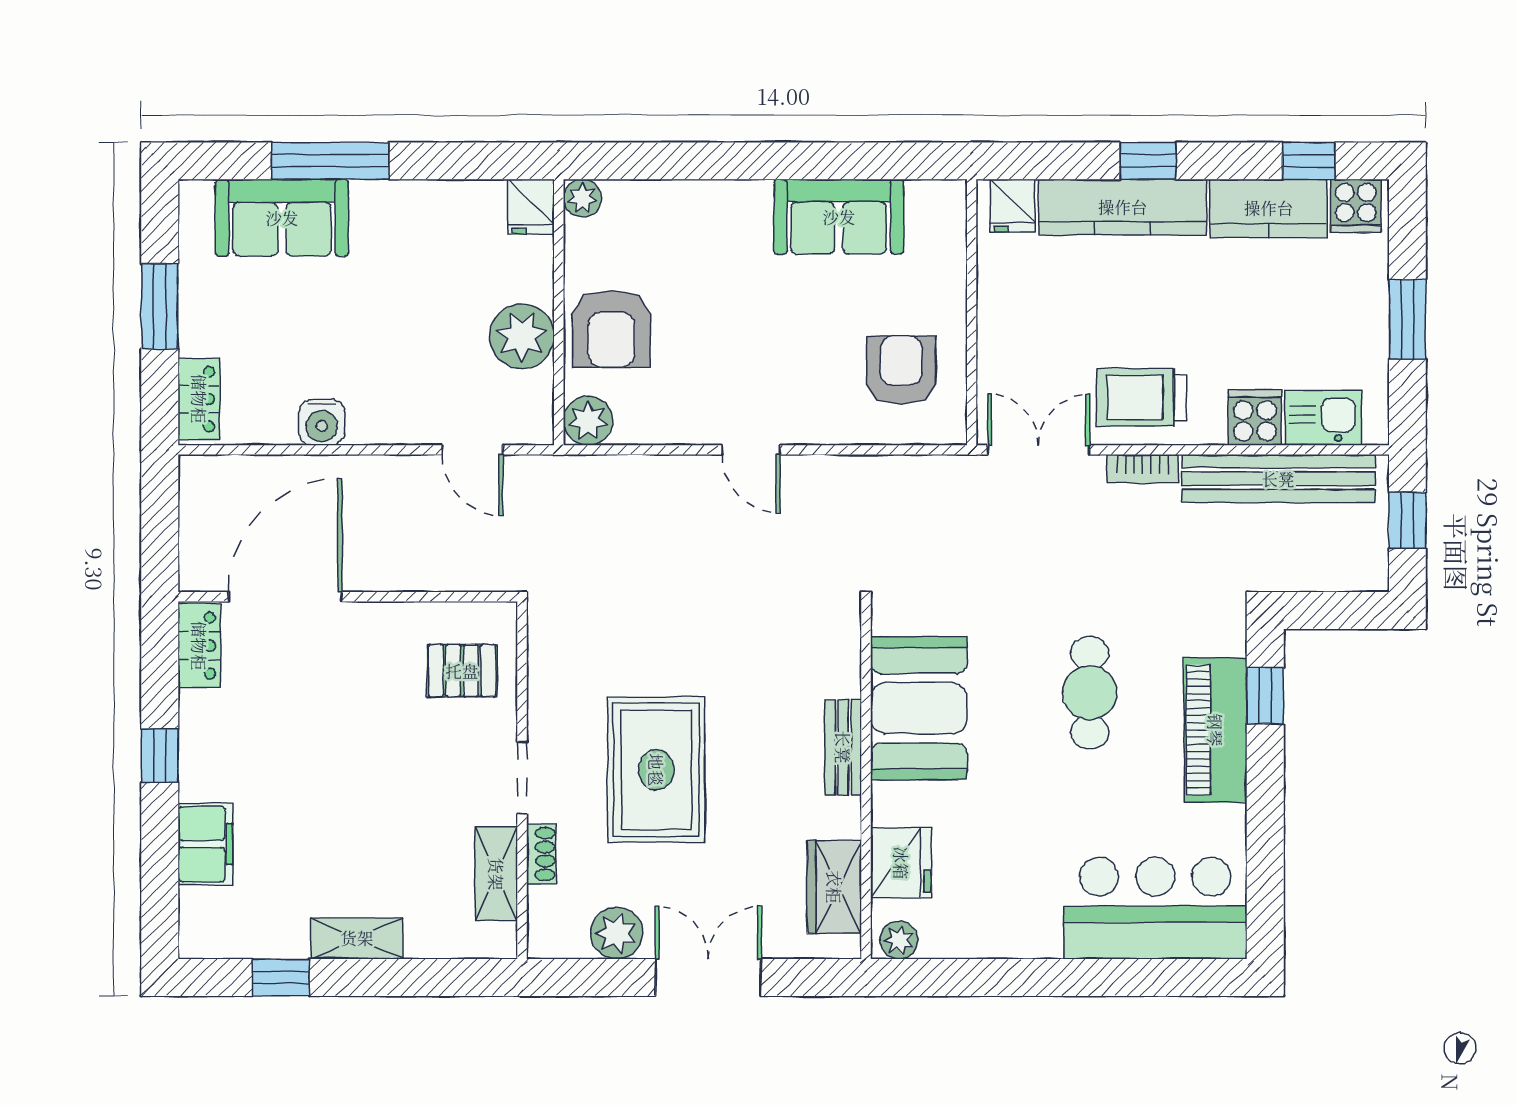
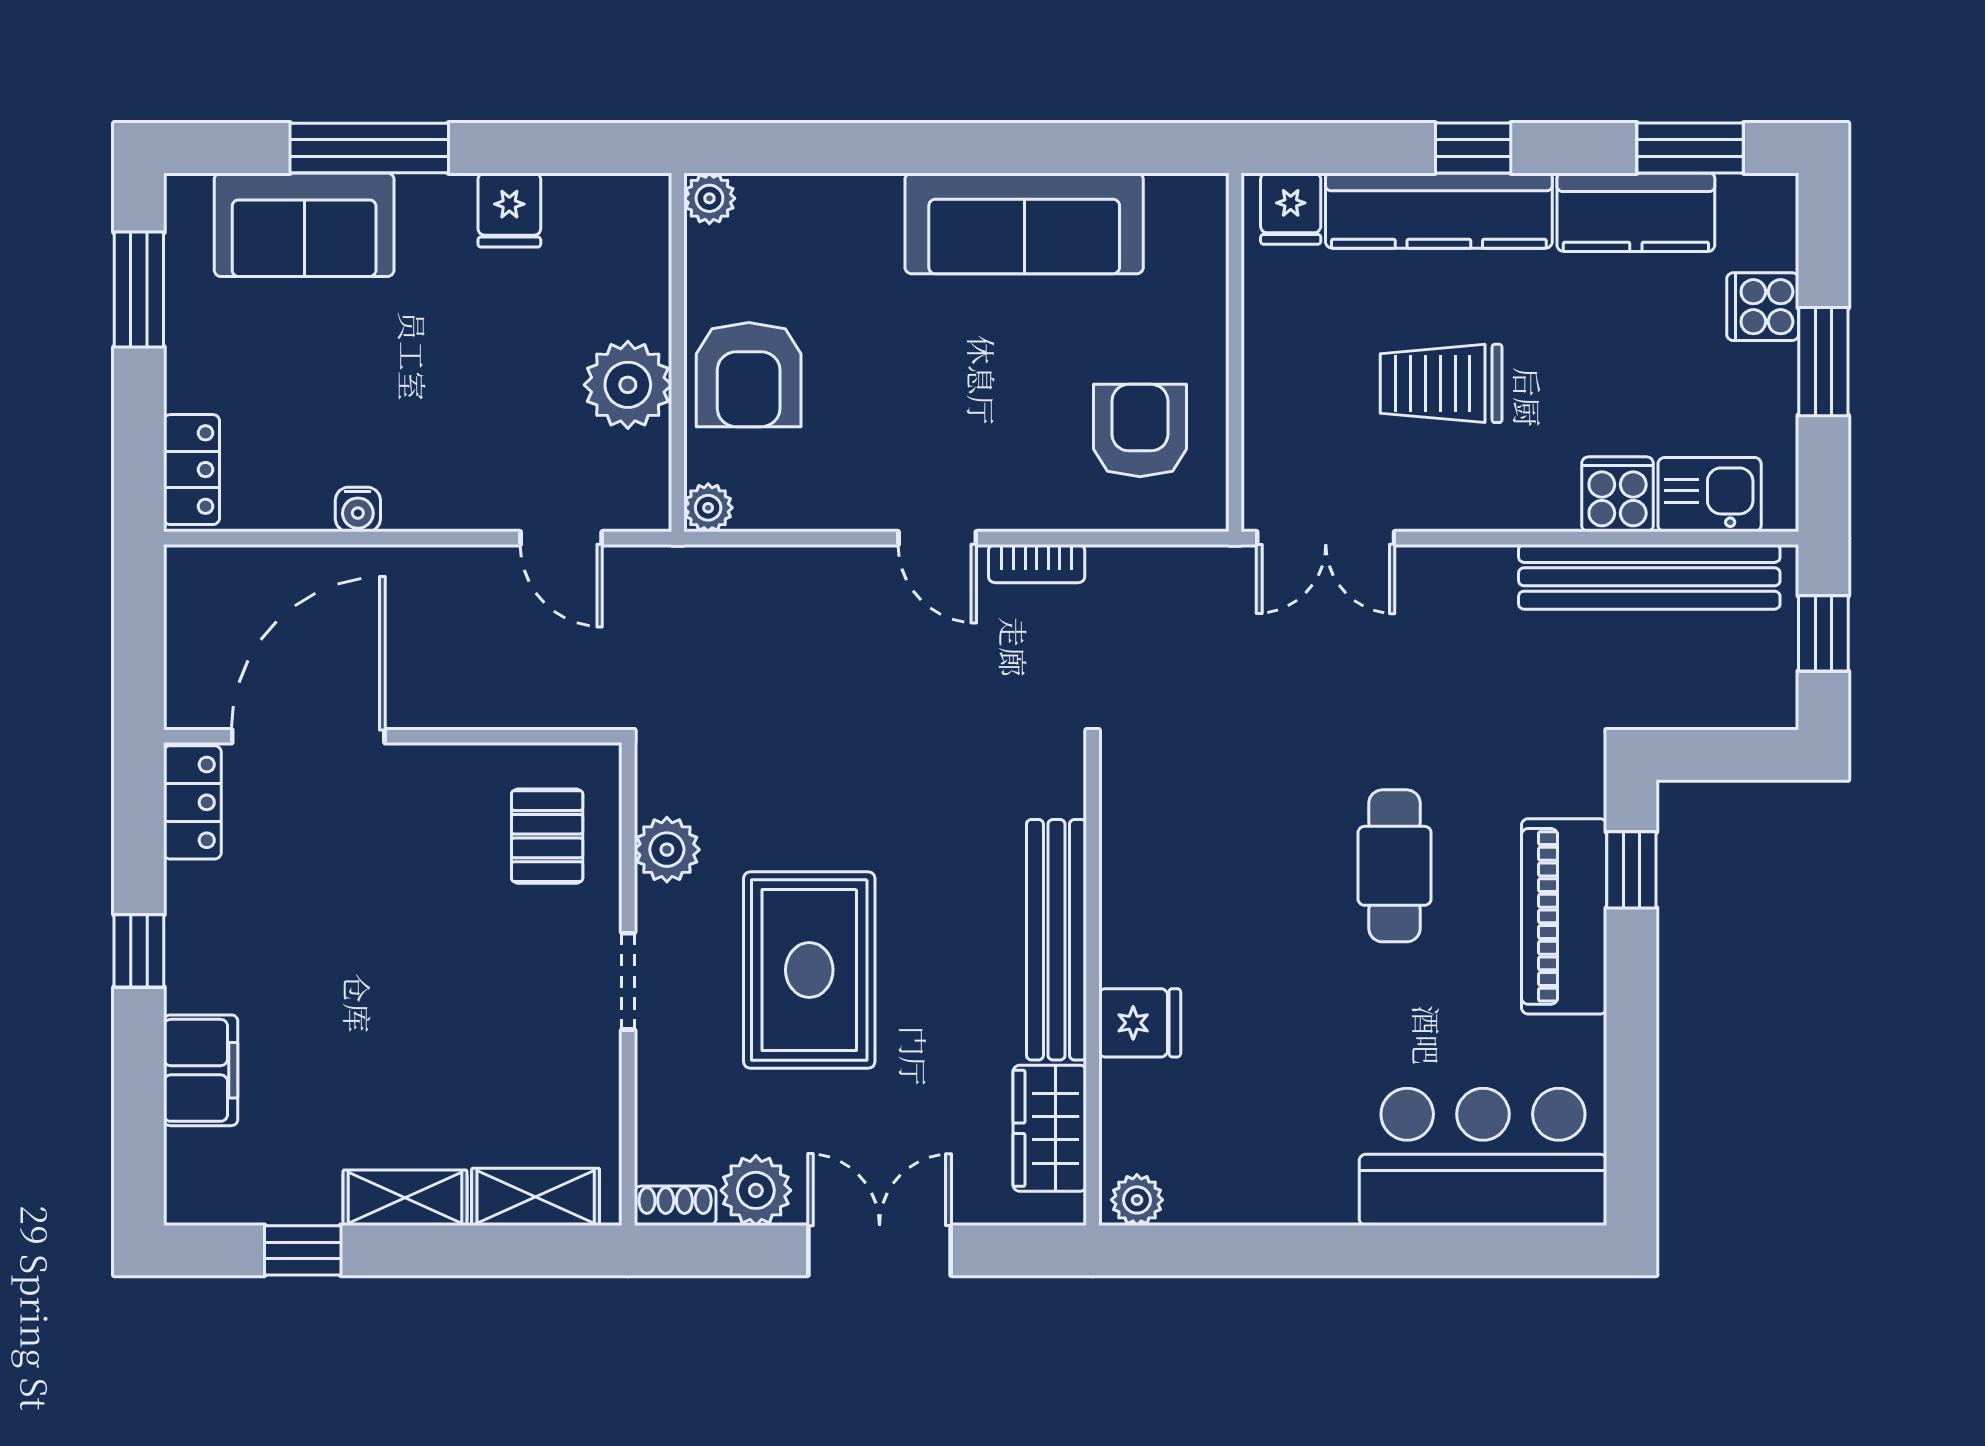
window: (1309, 161) -> (1690, 148), width x1.50
cooker: (1356, 206) -> (1763, 307), moved, turned 90
fridge: (531, 207) -> (509, 210), moved
sofa: (839, 217) -> (1024, 223), width x1.36
window: (160, 306) -> (139, 290), moved
trolley: (1141, 397) -> (1441, 383), moved
plant: (588, 421) -> (708, 508), width x0.73, depth x0.73
water cooler: (322, 422) -> (358, 509), width x0.72, depth x0.72
double door: (1039, 450) -> (1326, 538), swing flipped
bookcase: (1142, 469) -> (1037, 564), moved
pallet: (462, 671) -> (547, 836), turned 90
plant: (551, 681) -> (667, 850), added
booth: (919, 708) -> (1164, 887), removed
bench: (843, 747) -> (1056, 940), width x1.86, depth x1.21
shoe rack: (541, 854) -> (675, 1206), moved, turned -90
fridge: (901, 863) -> (1140, 1023), moved, width x0.72
shelving: (496, 874) -> (536, 1197), moved, turned 90

